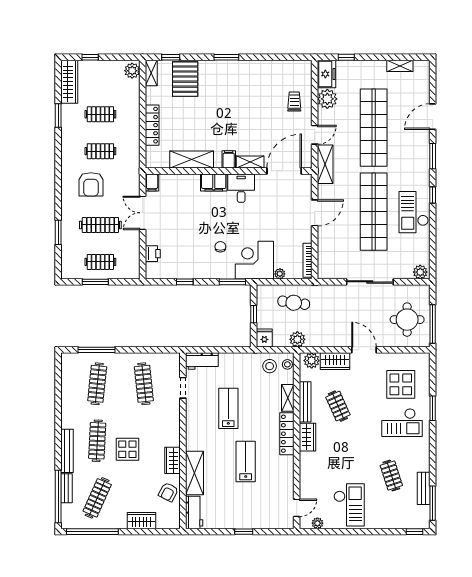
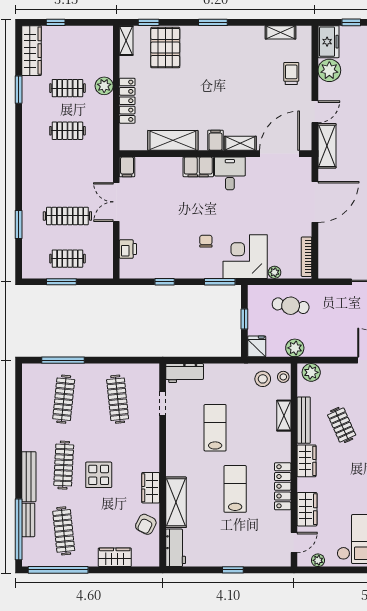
shelving: (285, 66) -> (281, 32), added
plant: (132, 71) -> (104, 86), moved
armchair: (91, 184) -> (57, 169), removed
door: (315, 213) -> (315, 202), width x1.36
wardrobe: (335, 361) -> (307, 509), moved, turned -90
locker: (287, 434) -> (283, 486), moved
clothes rail: (97, 498) -> (64, 531), turned -30

